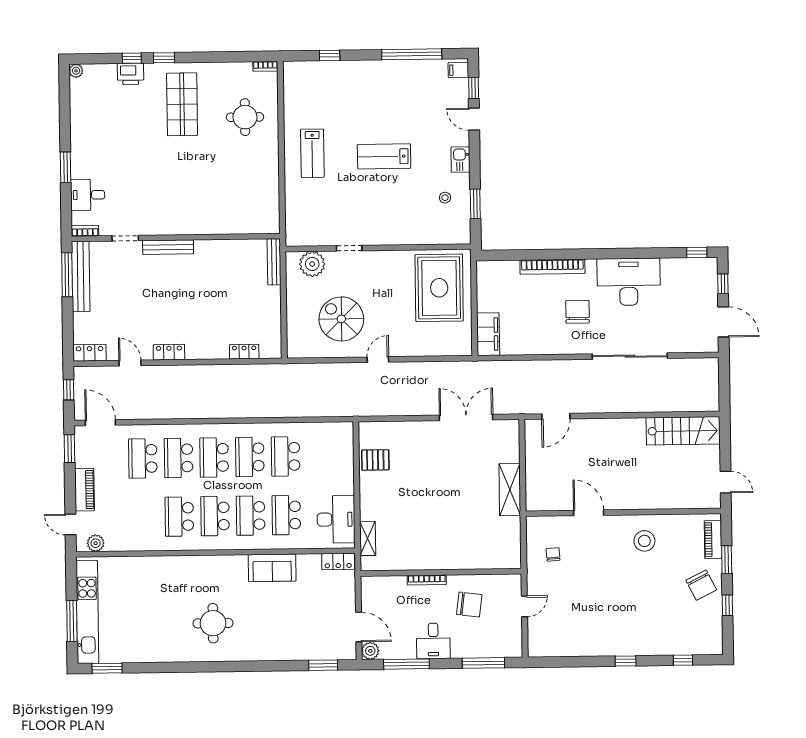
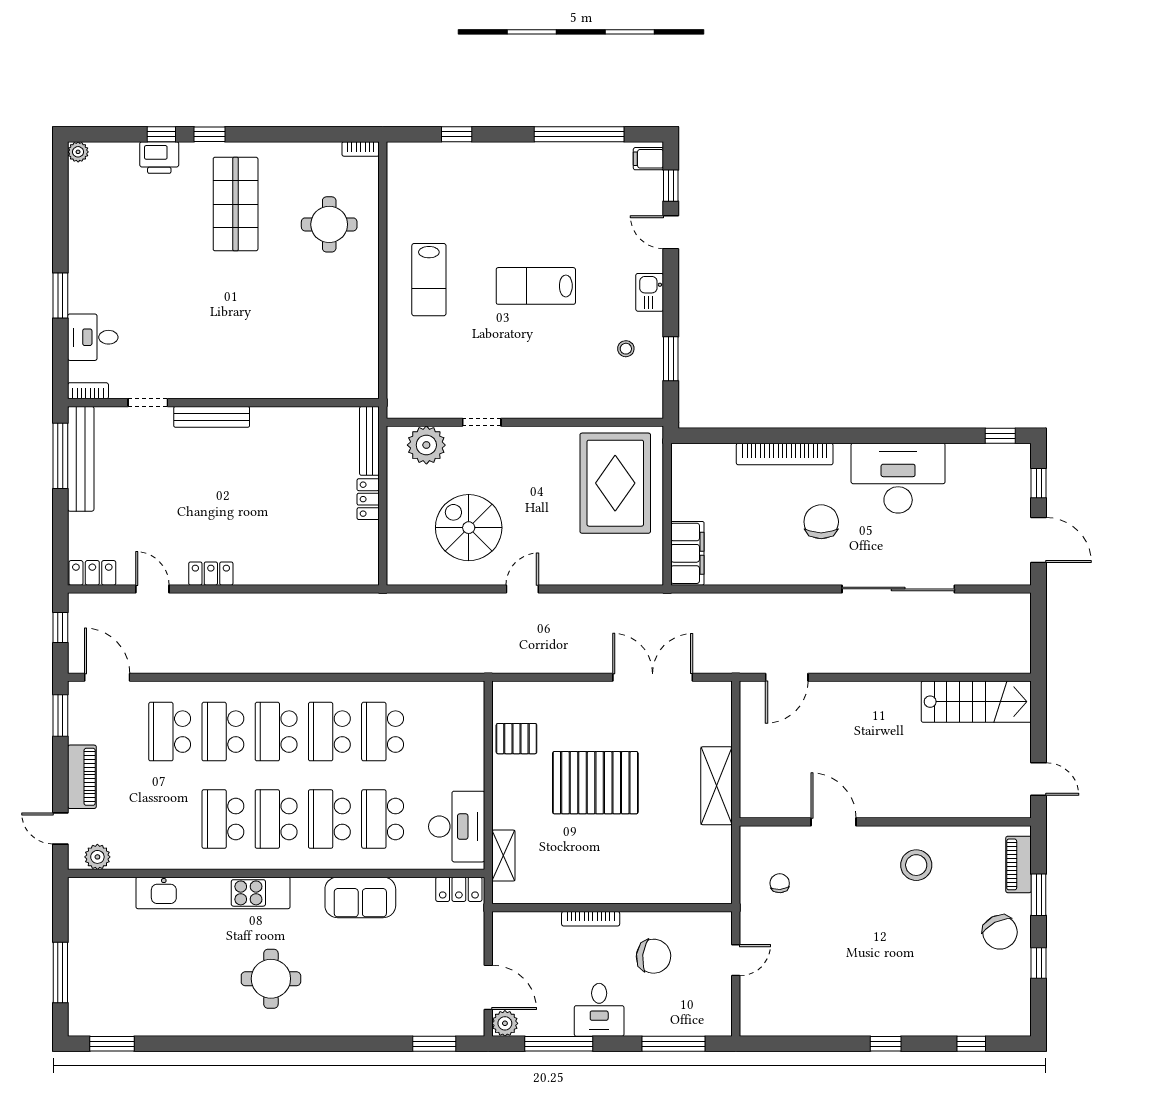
locker: (244, 352) -> (368, 499), moved, turned -90
pallet: (429, 489) -> (595, 783), added
kitchen unit: (87, 612) -> (213, 893), moved, turned 90

